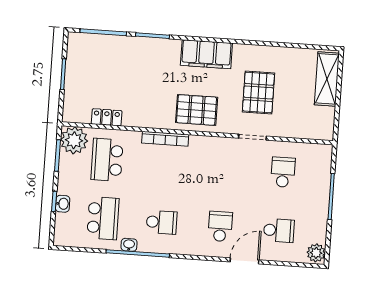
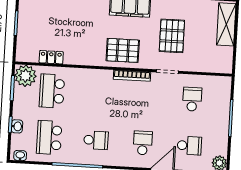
bookcase: (165, 139) -> (132, 76), moved
school desk: (103, 218) -> (49, 137), turned 180
washbasin: (129, 245) -> (20, 156), moved

